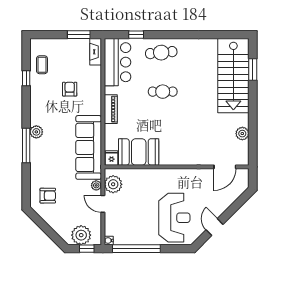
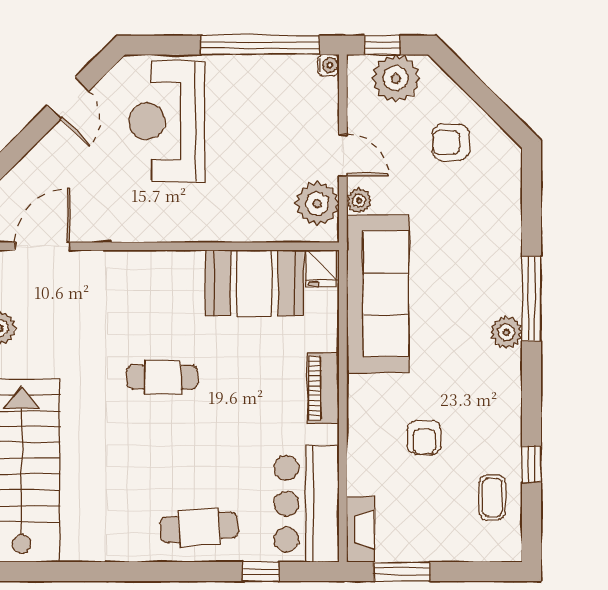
cafe table: (163, 92) -> (162, 377), moved
armchair: (48, 196) -> (451, 142), moved

